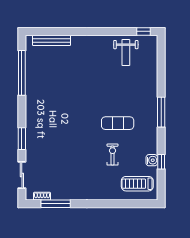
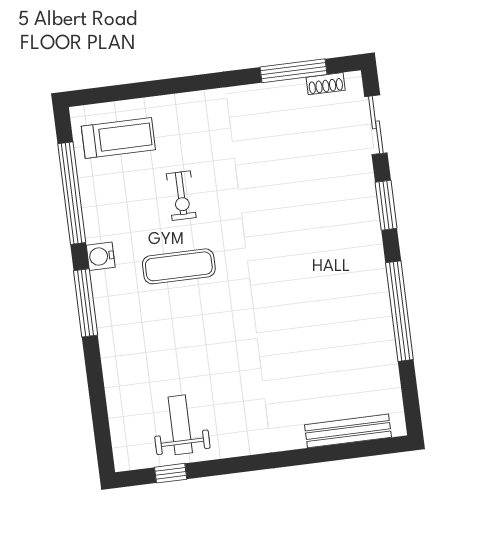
window: (144, 31) -> (171, 473), moved
window: (22, 73) -> (399, 311), moved
water cooler: (152, 160) -> (101, 256), moved
window: (161, 162) -> (72, 193), width x3.17

